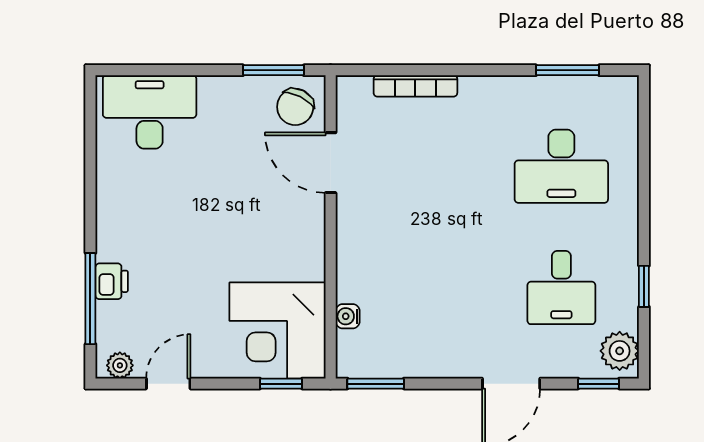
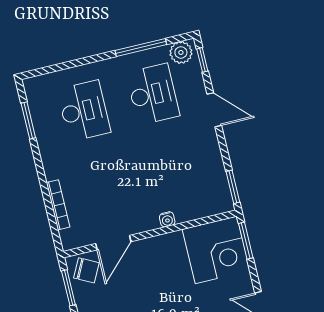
window: (644, 286) -> (141, 47), width x2.17
desk: (561, 288) -> (153, 94), width x1.37
water cooler: (348, 316) -> (167, 219), moved
window: (281, 384) -> (246, 241), width x1.50

